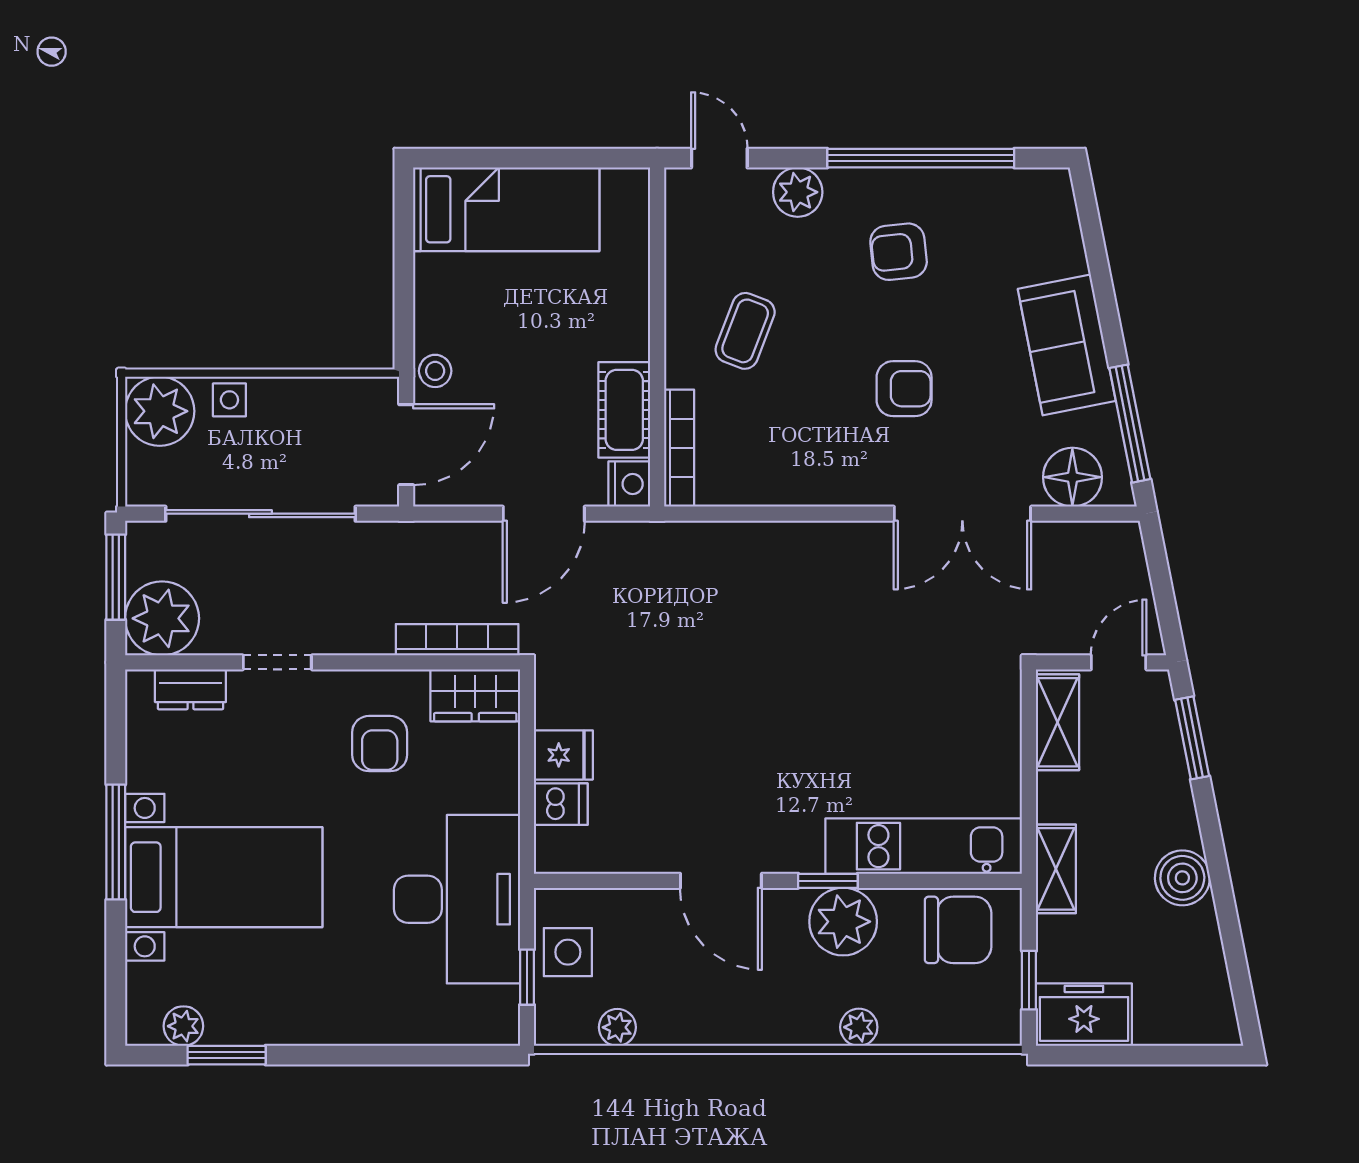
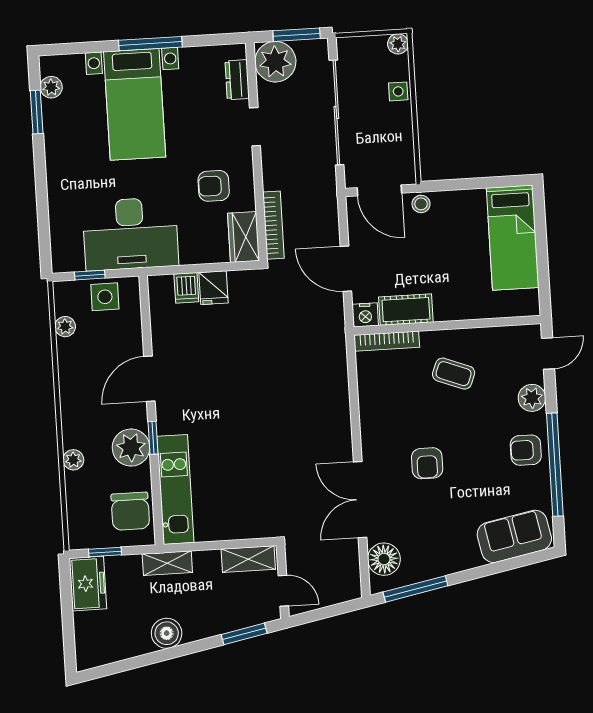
armchair: (899, 252) -> (526, 450), moved, turned -84
sofa: (1067, 345) -> (514, 536), moved
plant: (160, 411) -> (398, 44), width x0.53, depth x0.53

